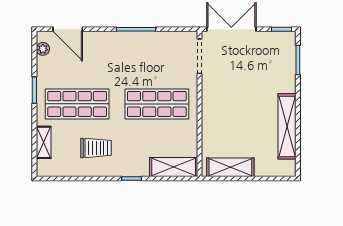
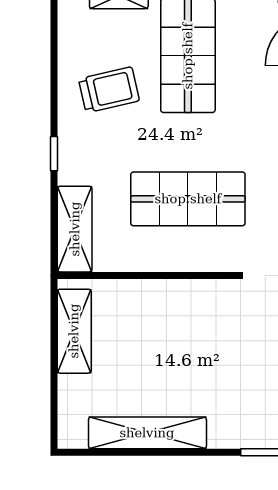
shop shelf: (157, 104) -> (188, 199), turned 90
trolley: (96, 148) -> (109, 90), turned -103

